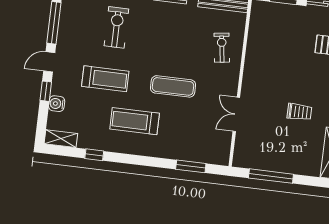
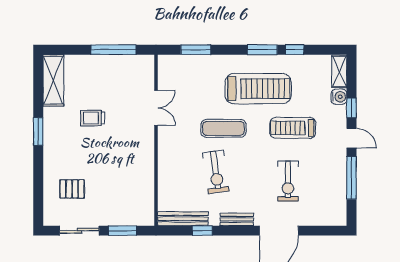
exercise bike: (222, 48) -> (216, 172), moved, width x1.38, depth x1.39
door: (49, 62) -> (352, 138), hinge flipped
treadmill: (135, 121) -> (258, 89), width x1.37, depth x1.38
shelving: (61, 139) -> (339, 71), moved, turned 90
window: (126, 159) -> (262, 50), added

